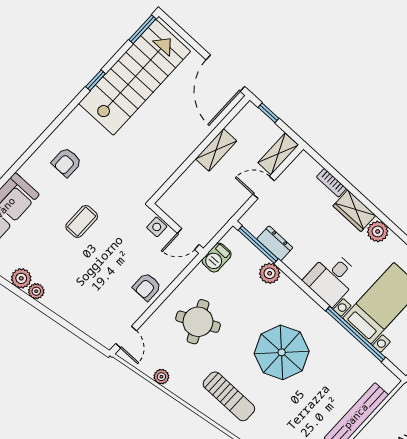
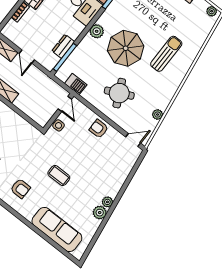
plant: (270, 273) -> (97, 31), moved
armchair: (147, 287) -> (99, 129), turned 180
parasol: (282, 352) -> (126, 48), moved
sun lounger: (229, 396) -> (166, 54), moved

